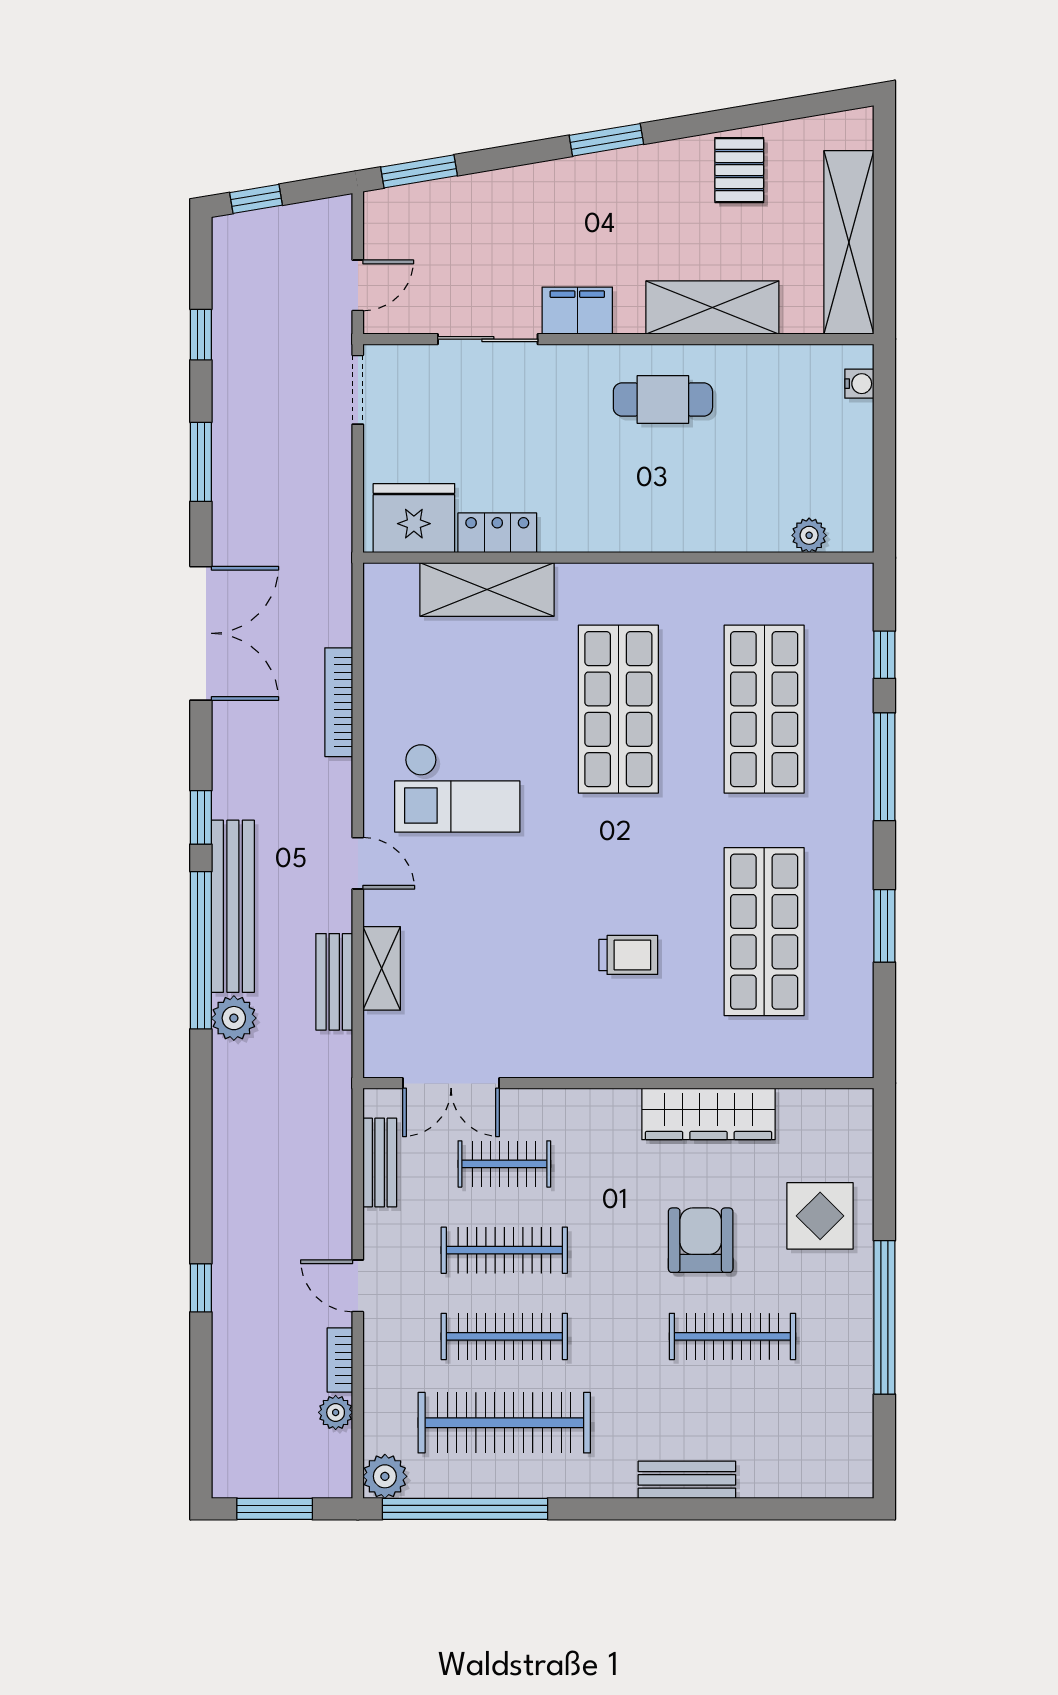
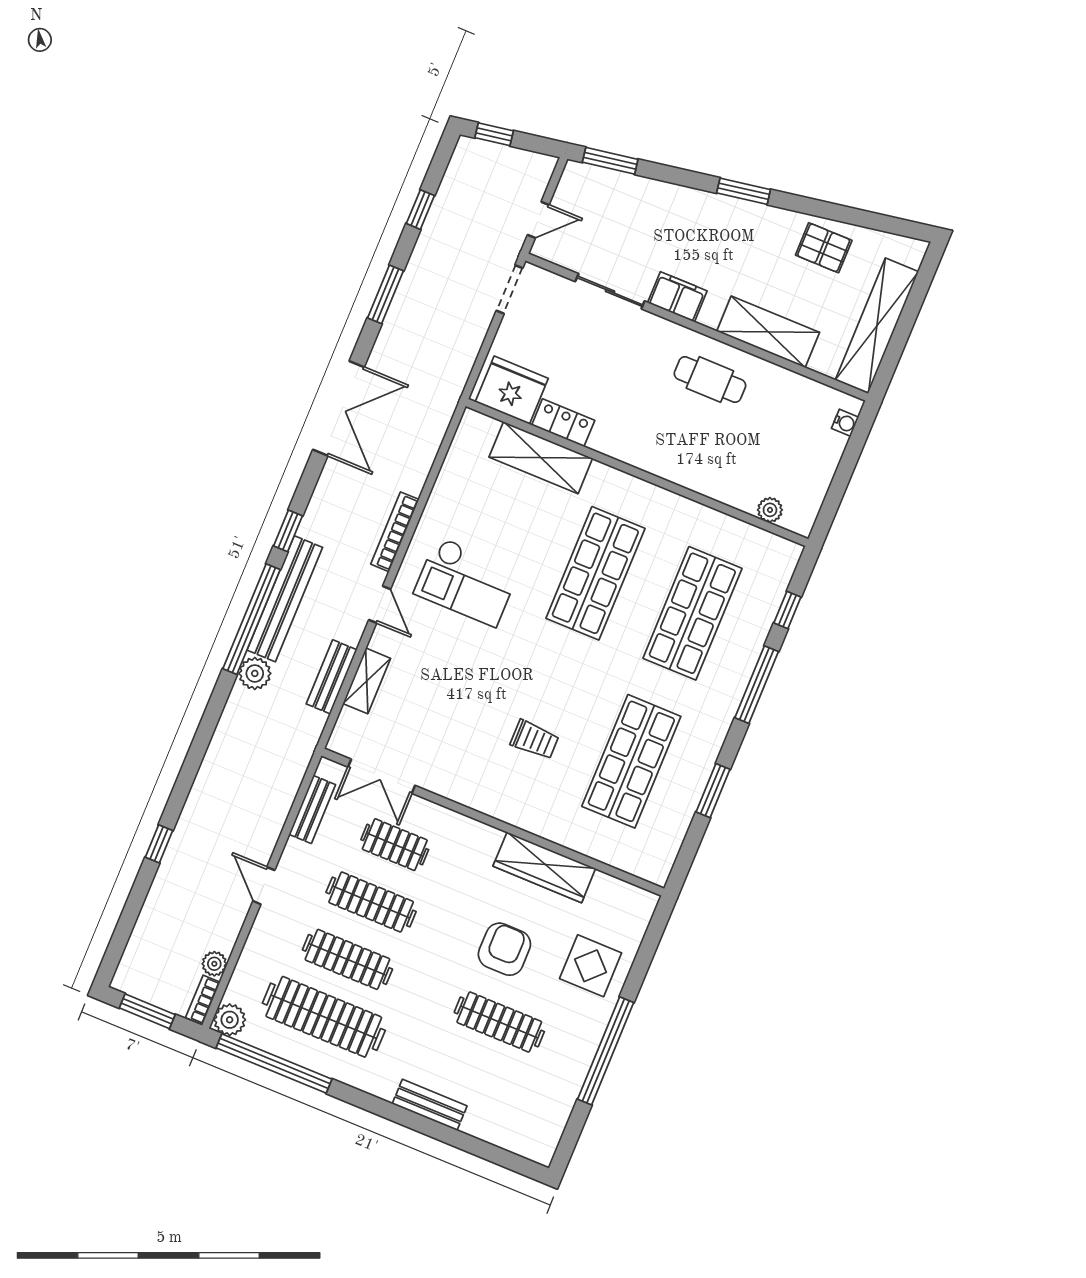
pallet: (739, 170) -> (824, 248), turned 90
bookcase: (339, 702) -> (395, 532), moved
bookcase: (340, 1360) -> (203, 1000), moved

